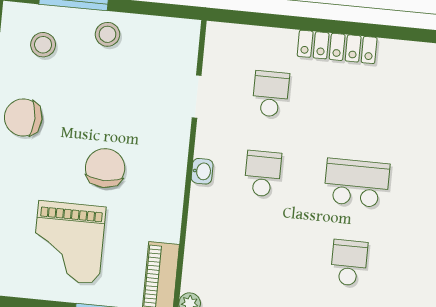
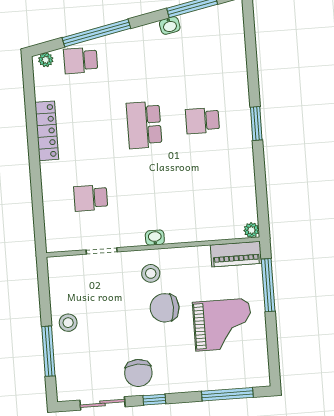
stool: (43, 45) -> (151, 273), moved
locker: (337, 47) -> (47, 131), moved
school desk: (263, 174) -> (149, 194), removed

